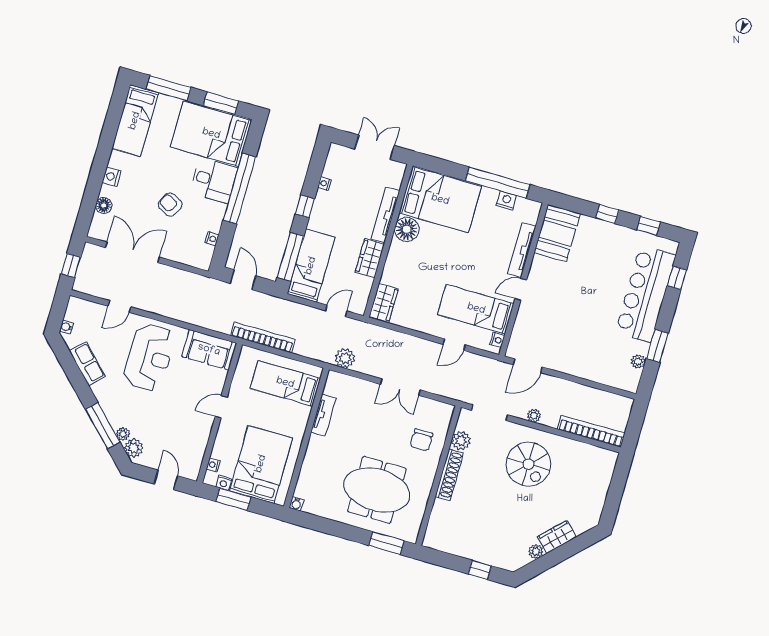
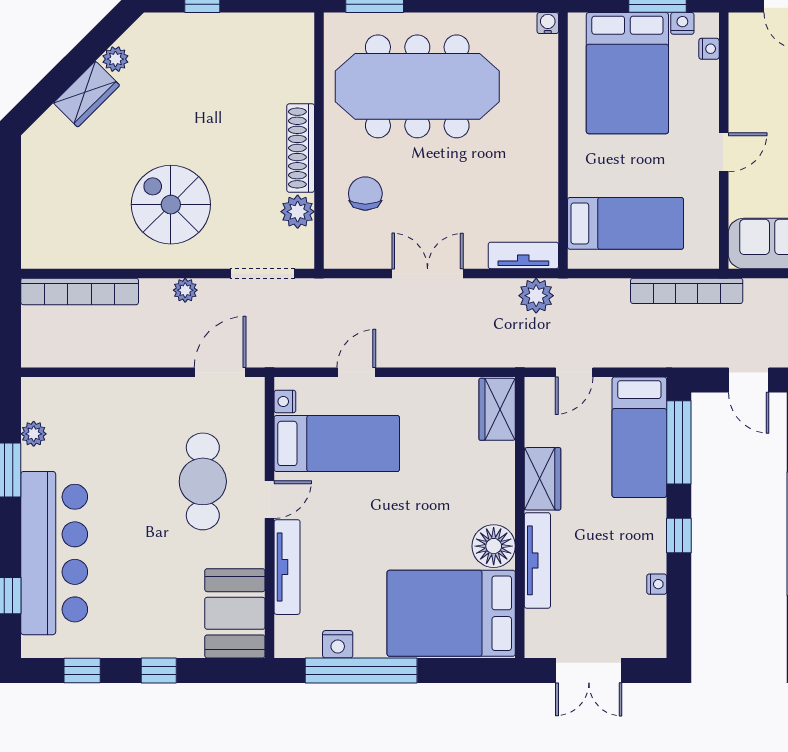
cafe table: (554, 309) -> (203, 481), added
tv unit: (323, 415) -> (523, 255), moved, turned 90
meeting table: (377, 490) -> (417, 86), width x1.36

